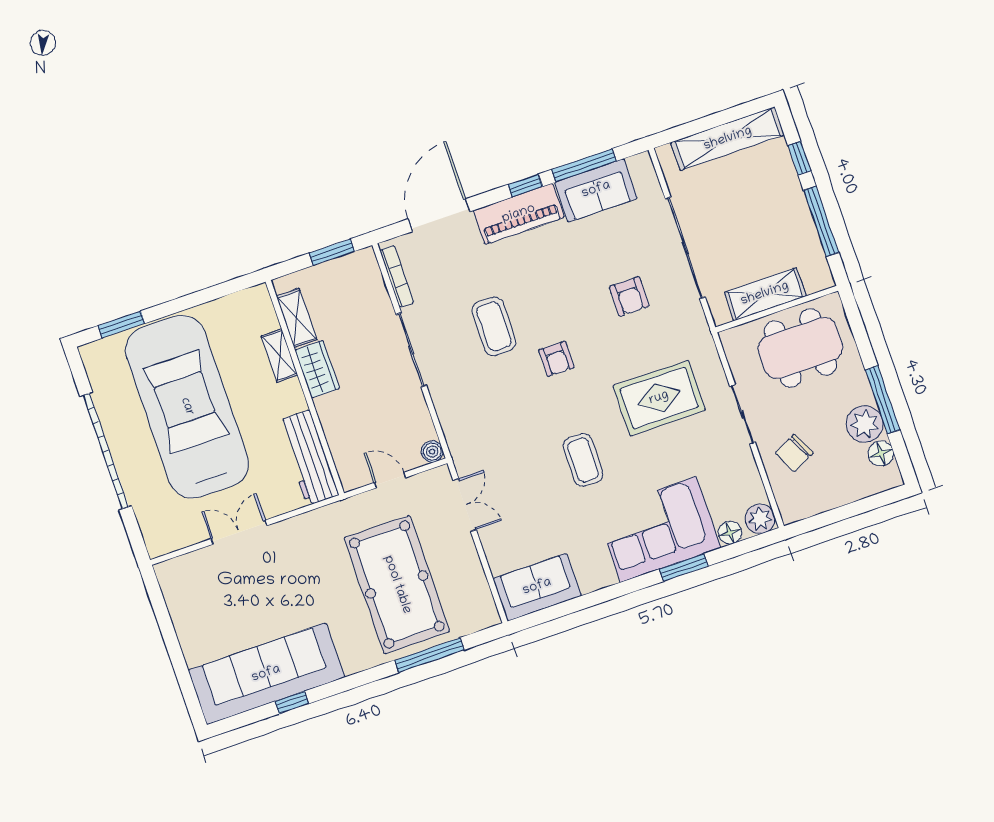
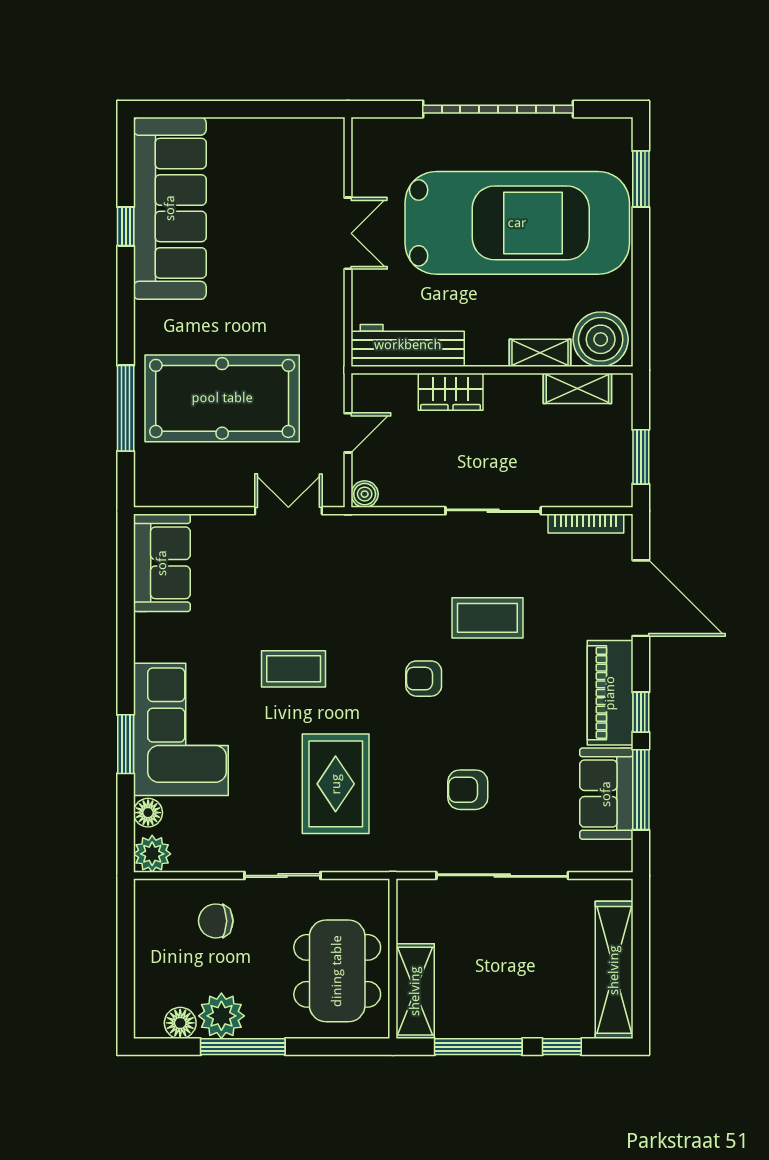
shelving: (765, 294) -> (415, 991), moved
boiler: (253, 313) -> (601, 339), added
wardrobe: (317, 369) -> (451, 392), moved
chair: (794, 453) -> (216, 921), turned -64
double door: (465, 505) -> (288, 511), swing flipped

